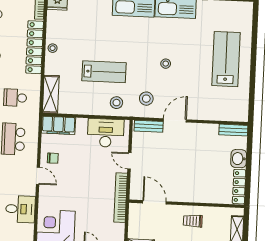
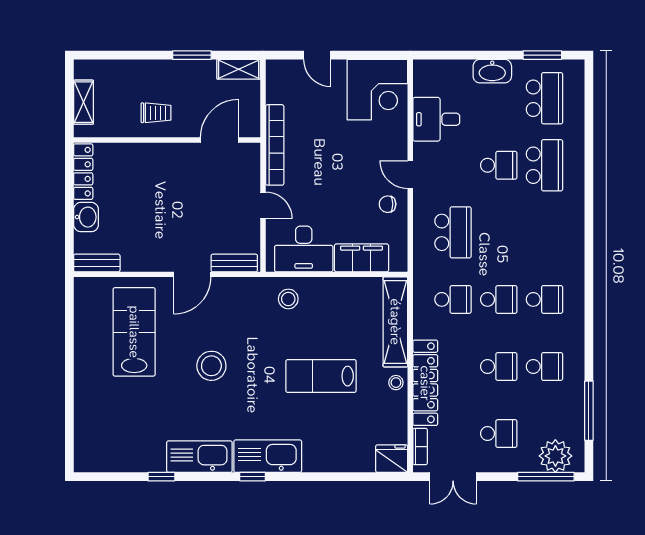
lab bench: (226, 59) -> (134, 332), moved, turned 180
stool: (166, 64) -> (211, 366), width x1.89, depth x1.89
lab bench: (104, 72) -> (321, 376), moved
shelving: (51, 94) -> (395, 322), width x1.47
stool: (146, 99) -> (240, 308), removed
filing cabinet: (58, 125) -> (362, 258), moved
door: (154, 202) -> (219, 140), swing flipped

